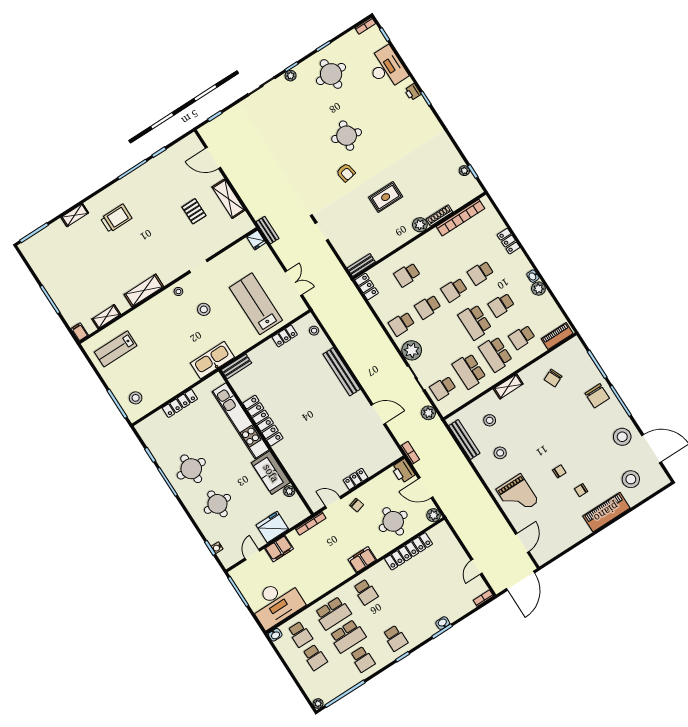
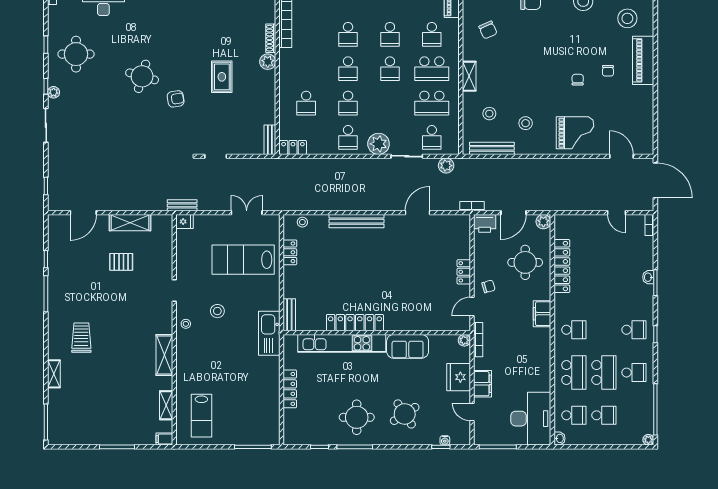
school desk: (475, 322) -> (390, 69), width x0.54
stool: (136, 398) -> (258, 426), removed
plant: (289, 491) -> (464, 340), moved
round table: (217, 504) -> (405, 414), turned -33

